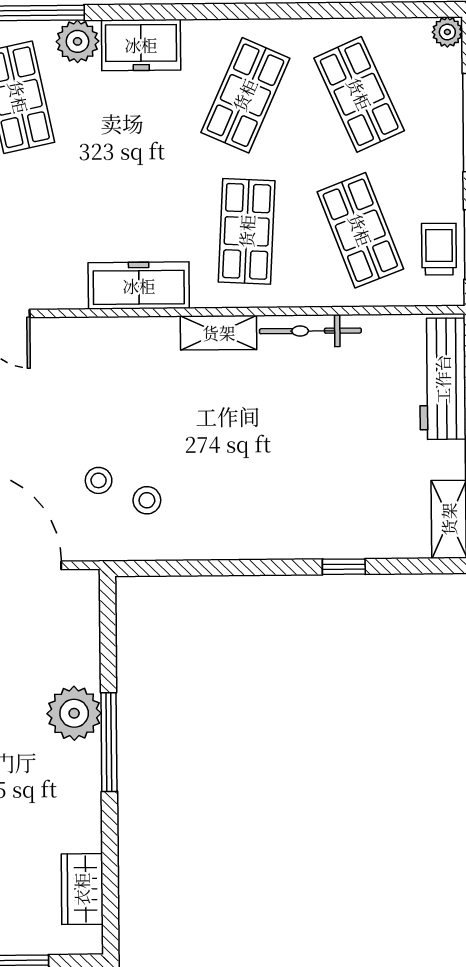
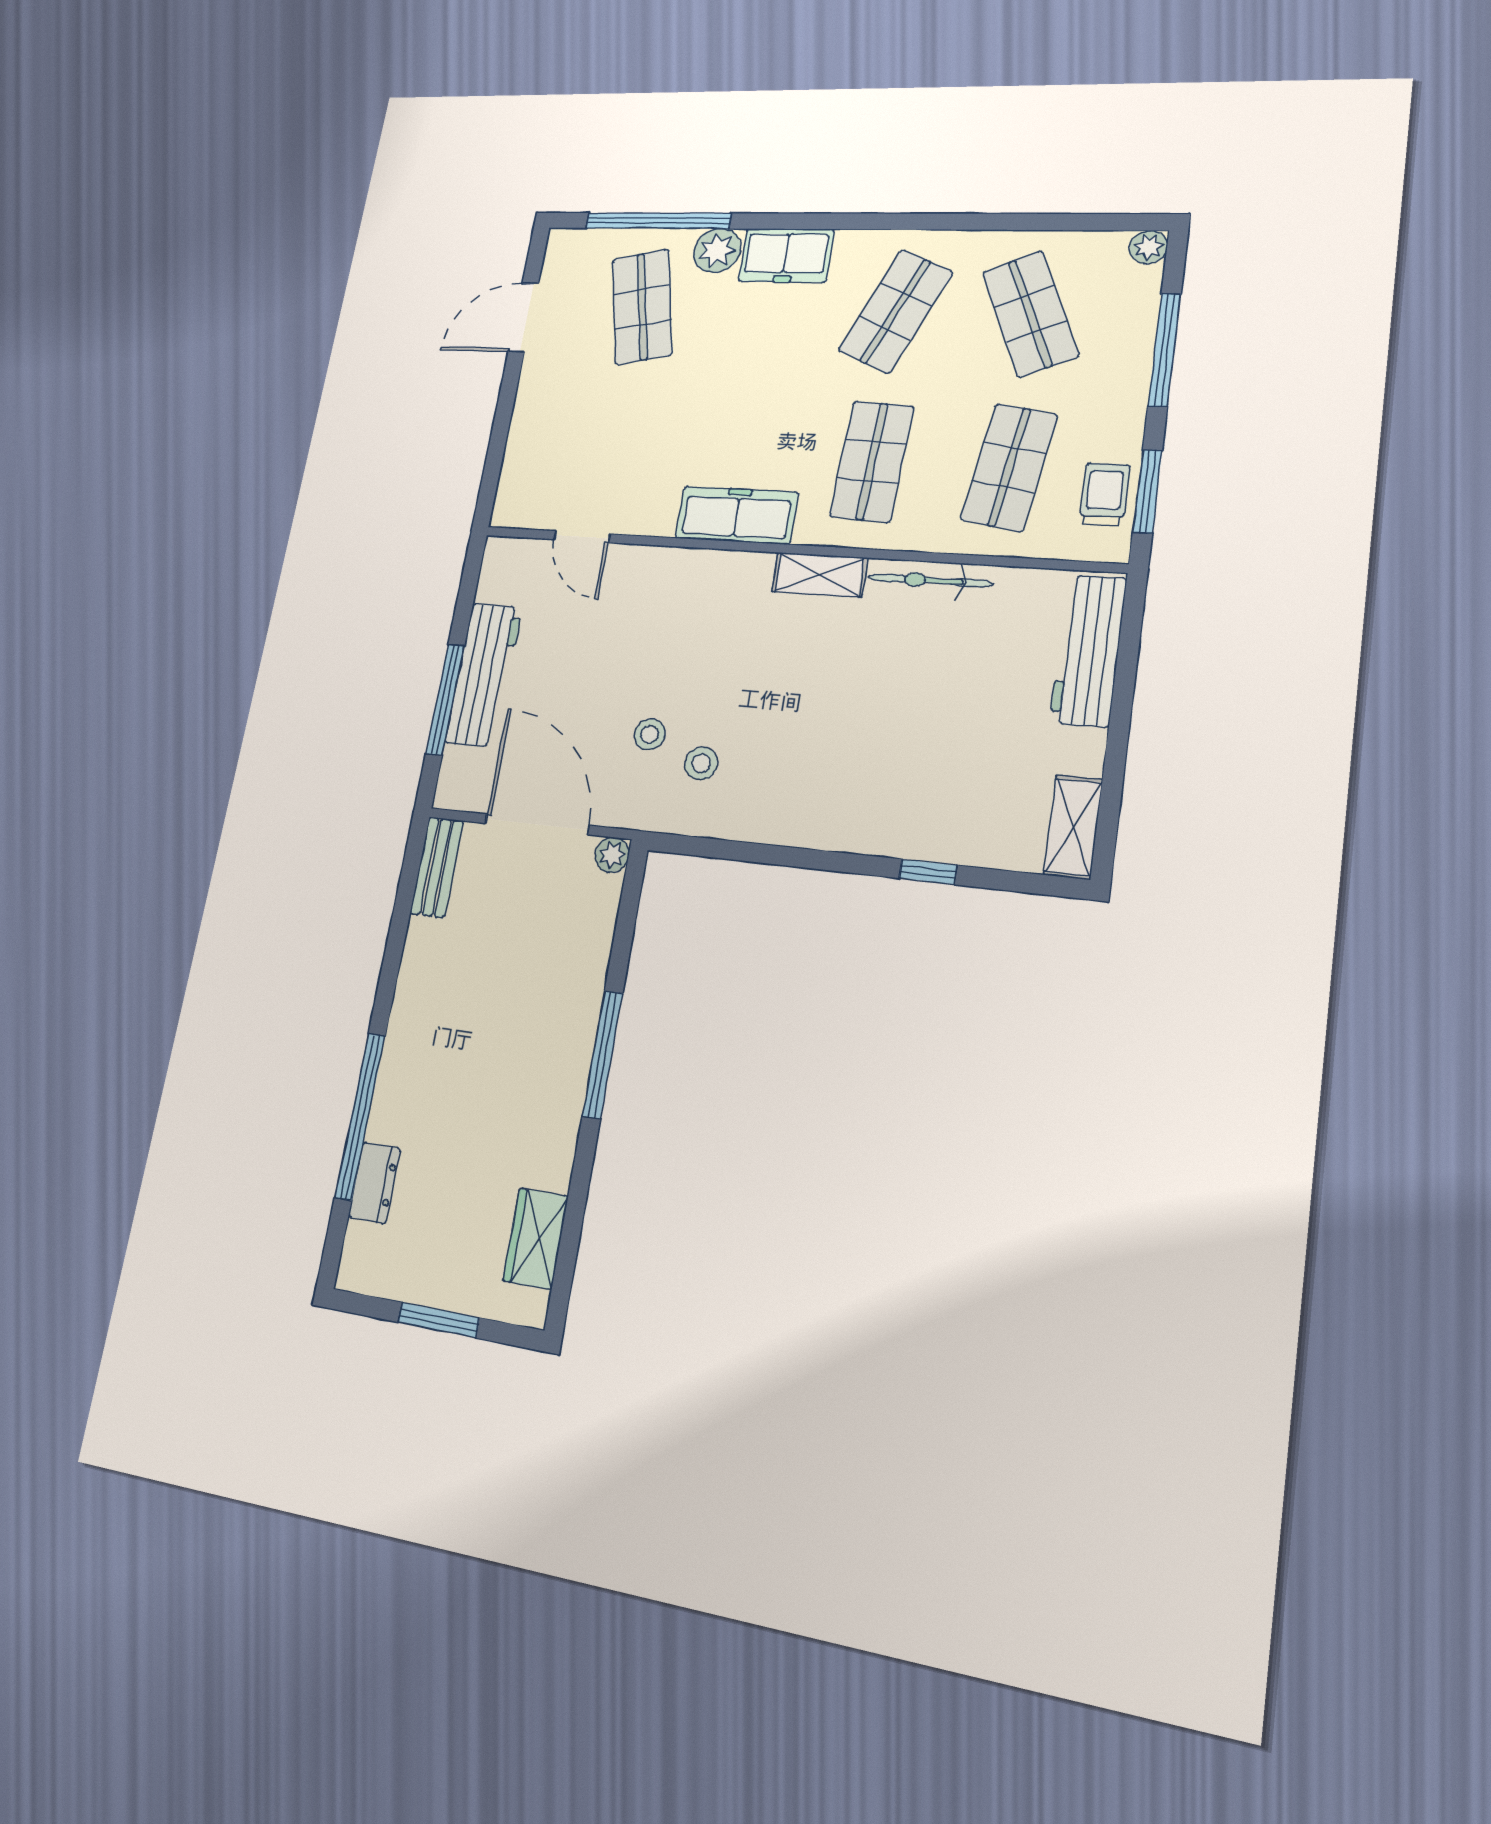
shop shelf: (360, 230) -> (1009, 467), turned 30
plant: (74, 713) -> (612, 855), moved, width x0.53, depth x0.53

